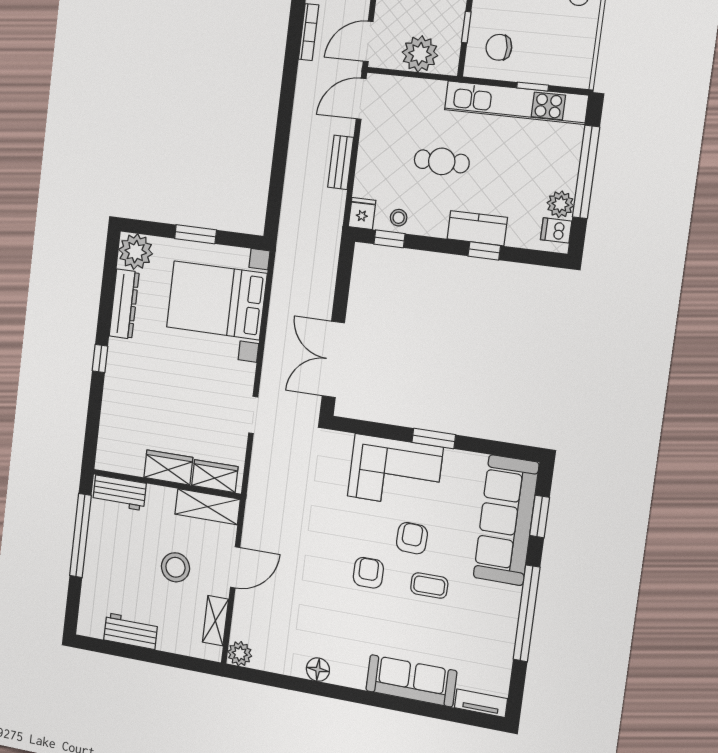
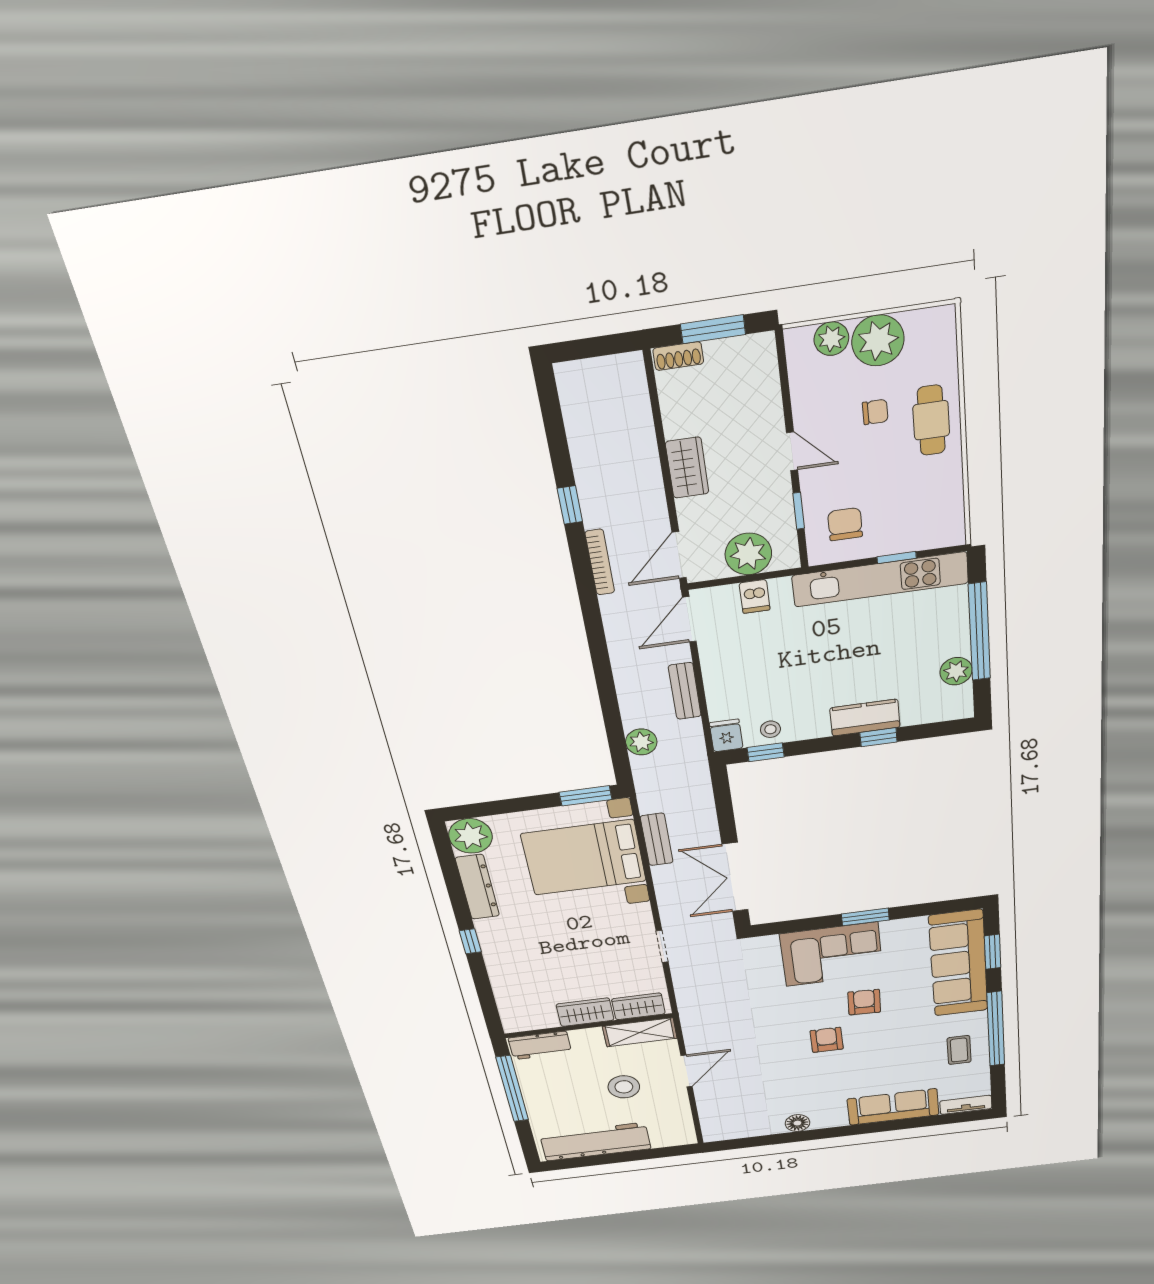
chair: (499, 47) -> (845, 524), turned 93
cafe table: (442, 161) -> (806, 661), removed
dishwasher: (556, 230) -> (755, 596), moved, turned -90
window: (196, 234) -> (586, 796), moved
bench: (280, 300) -> (657, 839), added
coffee table: (429, 586) -> (959, 1050), moved, turned 90
shelving: (215, 621) -> (681, 1115), removed
workbench: (131, 631) -> (595, 1142), width x1.88, depth x1.32
plant: (240, 654) -> (641, 742), moved

